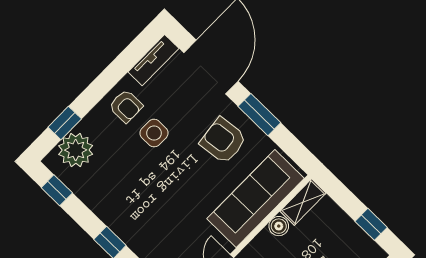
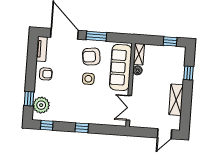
side table: (154, 133) -> (88, 79), moved

